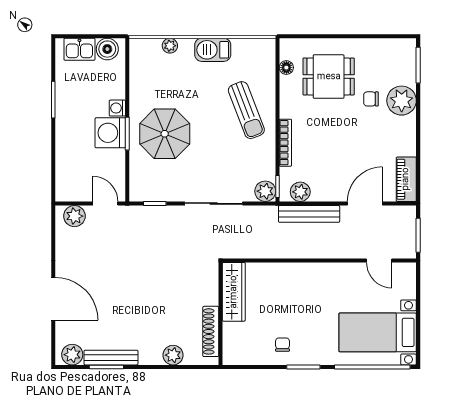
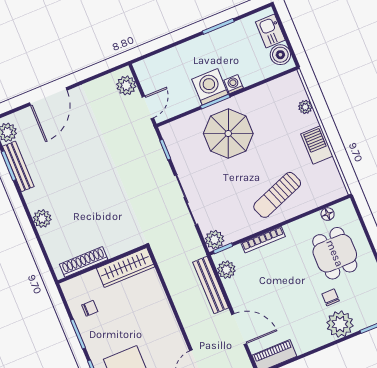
wardrobe: (234, 292) -> (126, 268), moved
wall: (220, 314) -> (102, 264), moved
shoe rack: (211, 331) -> (84, 262), moved

